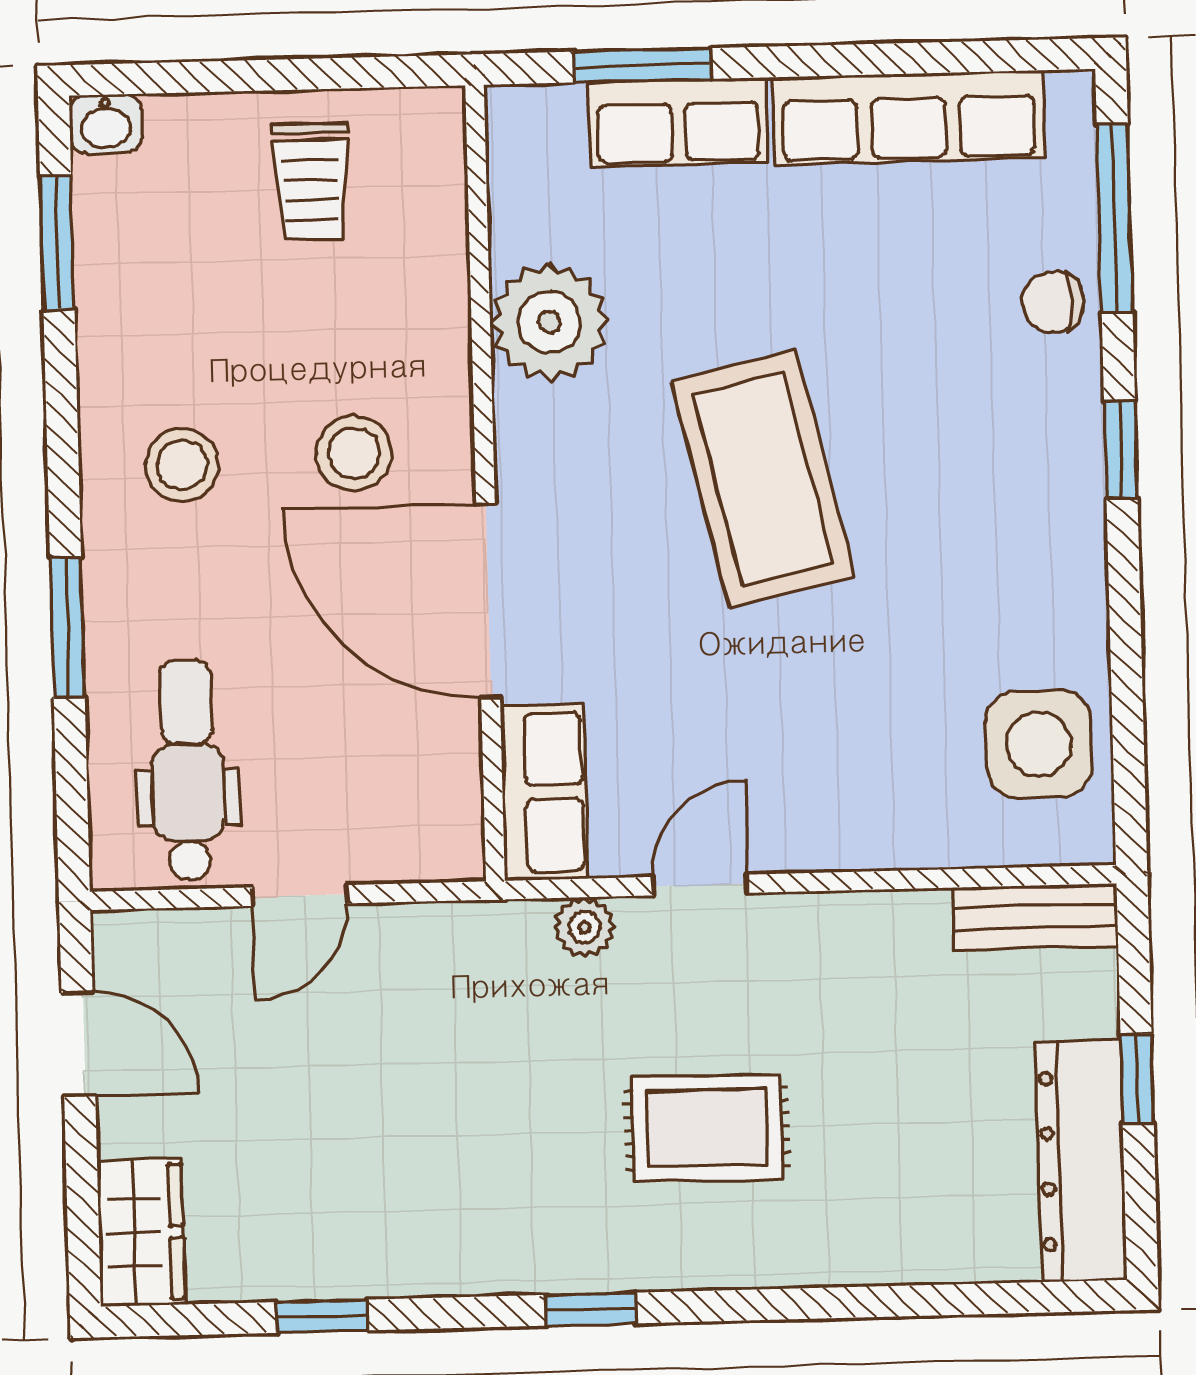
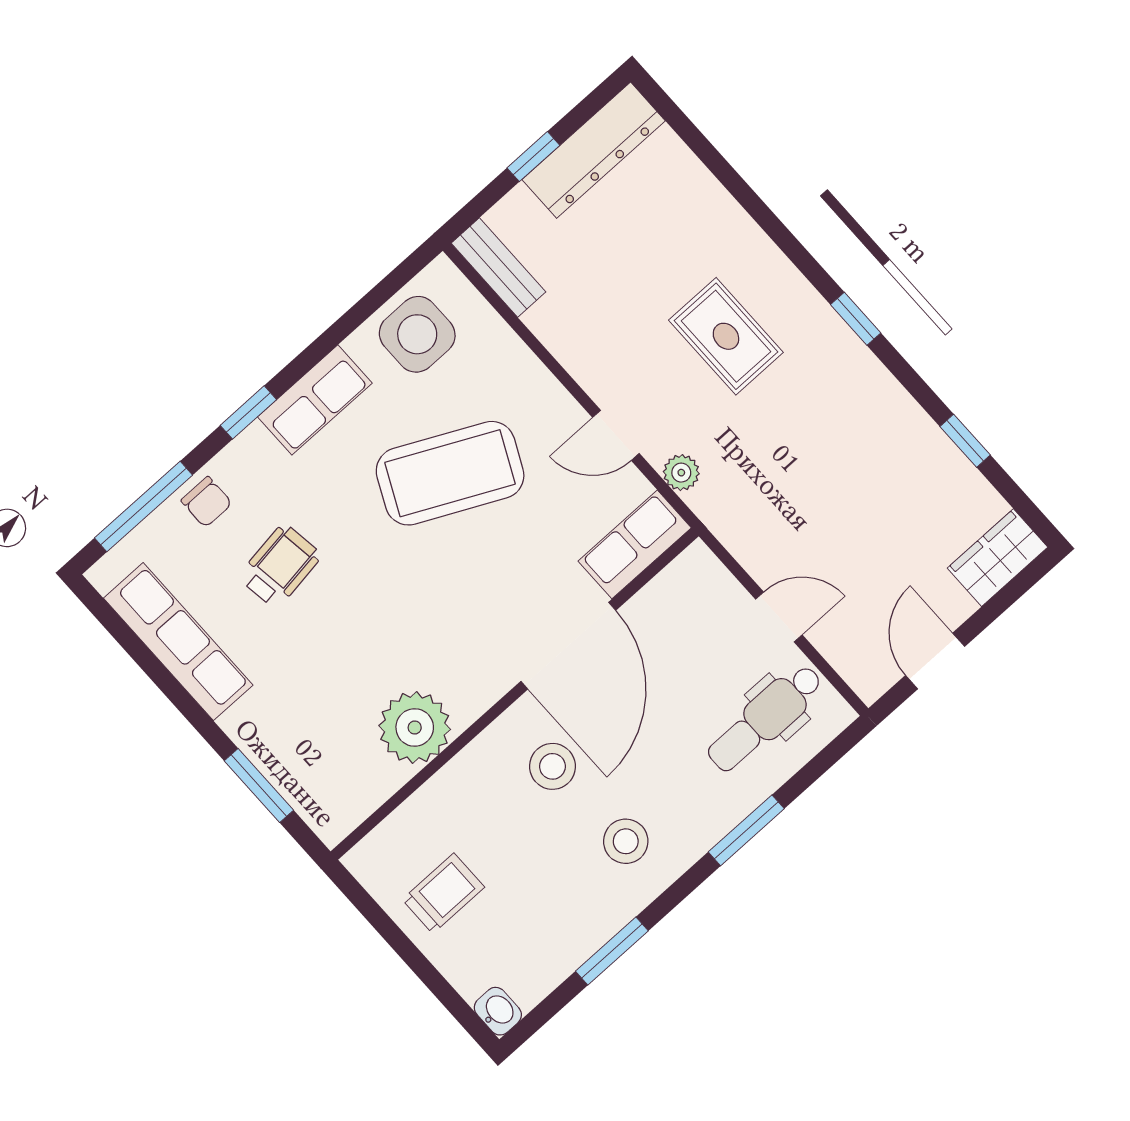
row of seats: (678, 122) -> (315, 400), moved, turned 90
window: (57, 242) -> (612, 951), moved
wheelchair: (895, 325) -> (280, 566), added
coffee table: (763, 479) -> (450, 473), moved, turned 39

